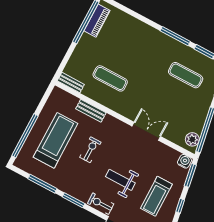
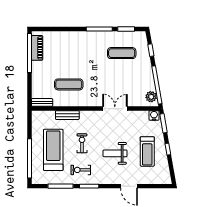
exercise bike: (101, 204) -> (81, 170), moved

